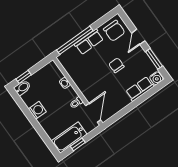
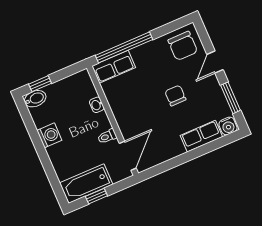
row of seats: (89, 42) -> (114, 67), moved

